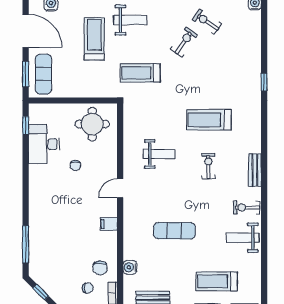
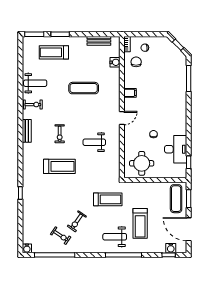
treadmill: (217, 281) -> (54, 52), turned 180

